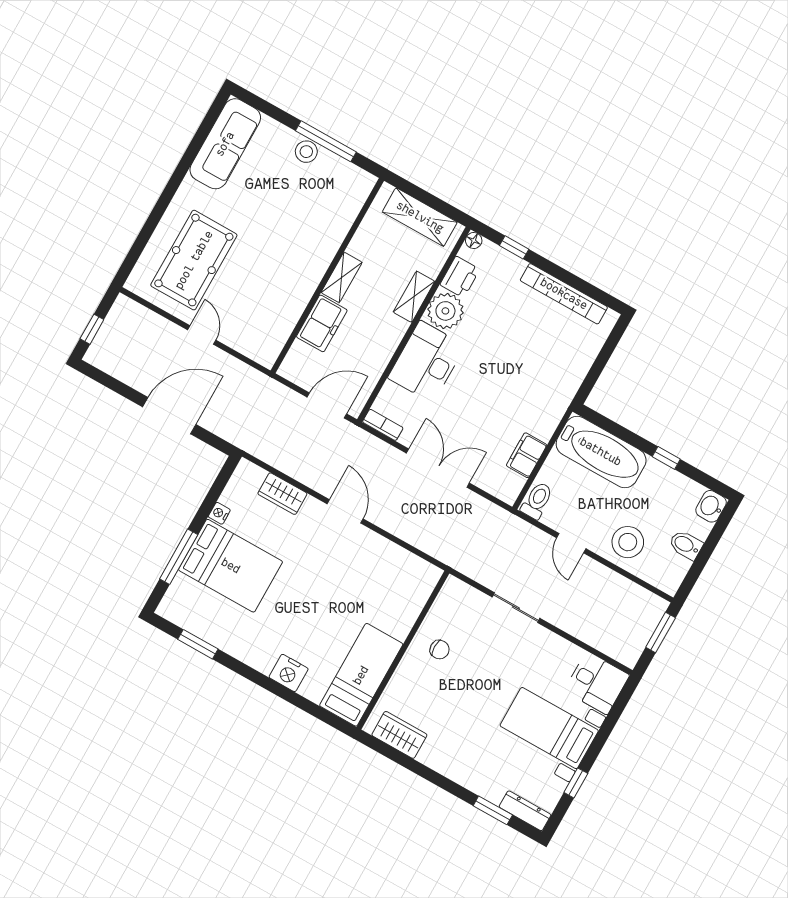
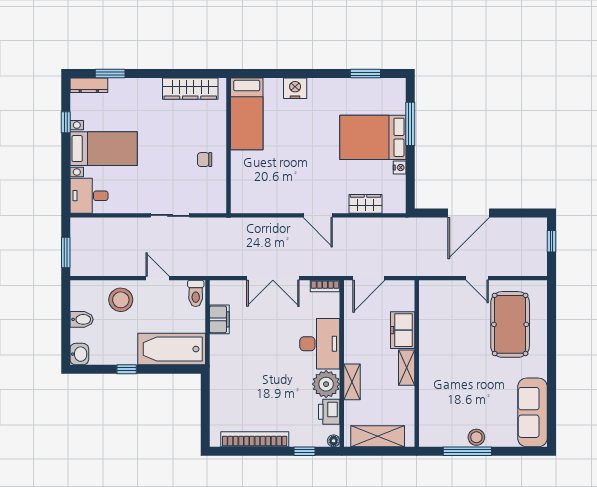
wardrobe: (399, 735) -> (190, 89), width x1.50

